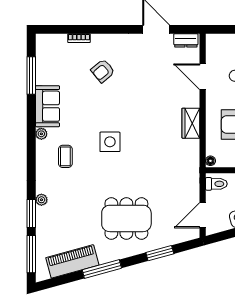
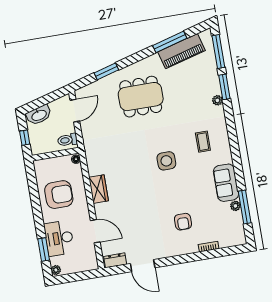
armchair: (103, 71) -> (183, 222), turned 130
plant: (41, 134) -> (235, 206), moved
window: (102, 269) -> (170, 42), moved

